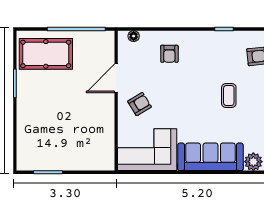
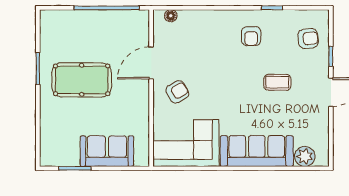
pool table: (46, 54) -> (82, 80), moved
armchair: (169, 54) -> (251, 36), moved
coffee table: (229, 95) -> (277, 82), turned 90
sofa: (77, 157) -> (107, 151), added

